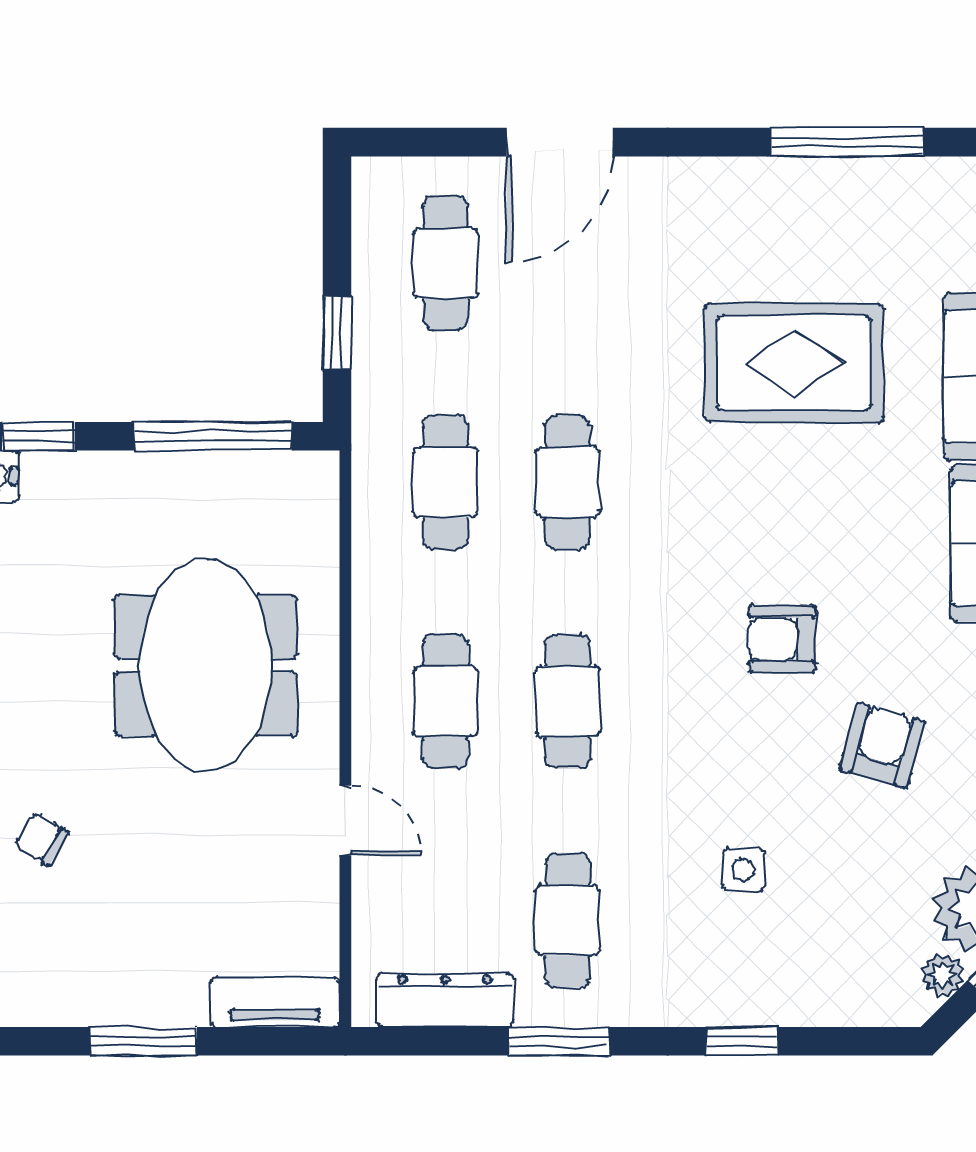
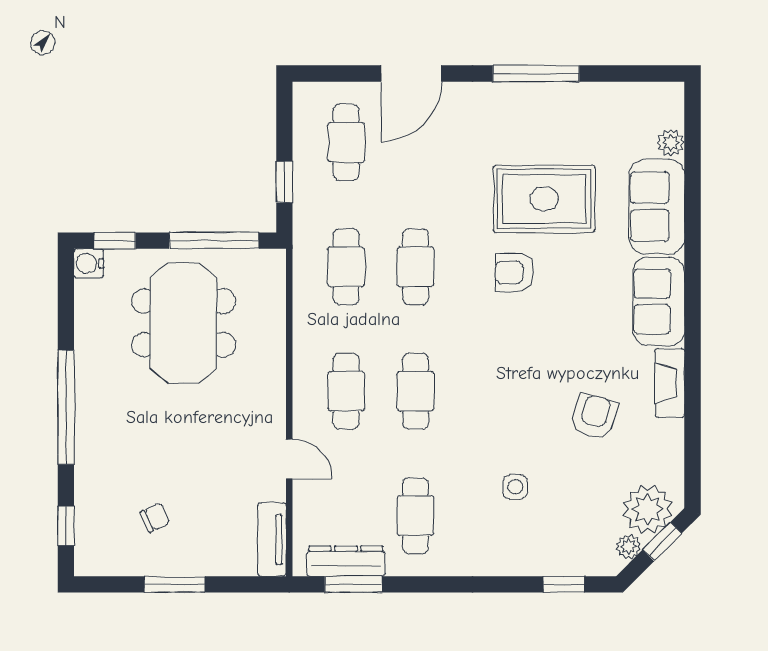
window: (847, 142) -> (536, 74), moved
armchair: (782, 639) -> (514, 272), moved
meeting table: (206, 665) -> (184, 323), moved
chair: (41, 839) -> (155, 517), moved, turned 124
tv unit: (275, 1002) -> (272, 540), moved, turned -90
window: (559, 1041) -> (353, 584), moved
window: (742, 1041) -> (564, 584), moved

